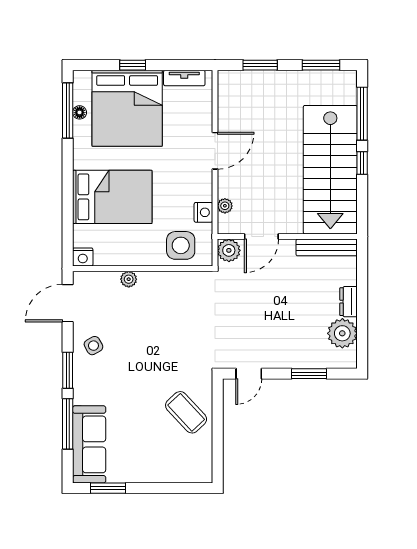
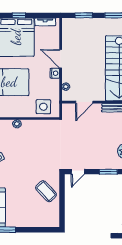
door: (215, 151) -> (61, 59), swing flipped
nightstand: (203, 212) -> (55, 73), moved
plant: (229, 250) -> (68, 109), removed

